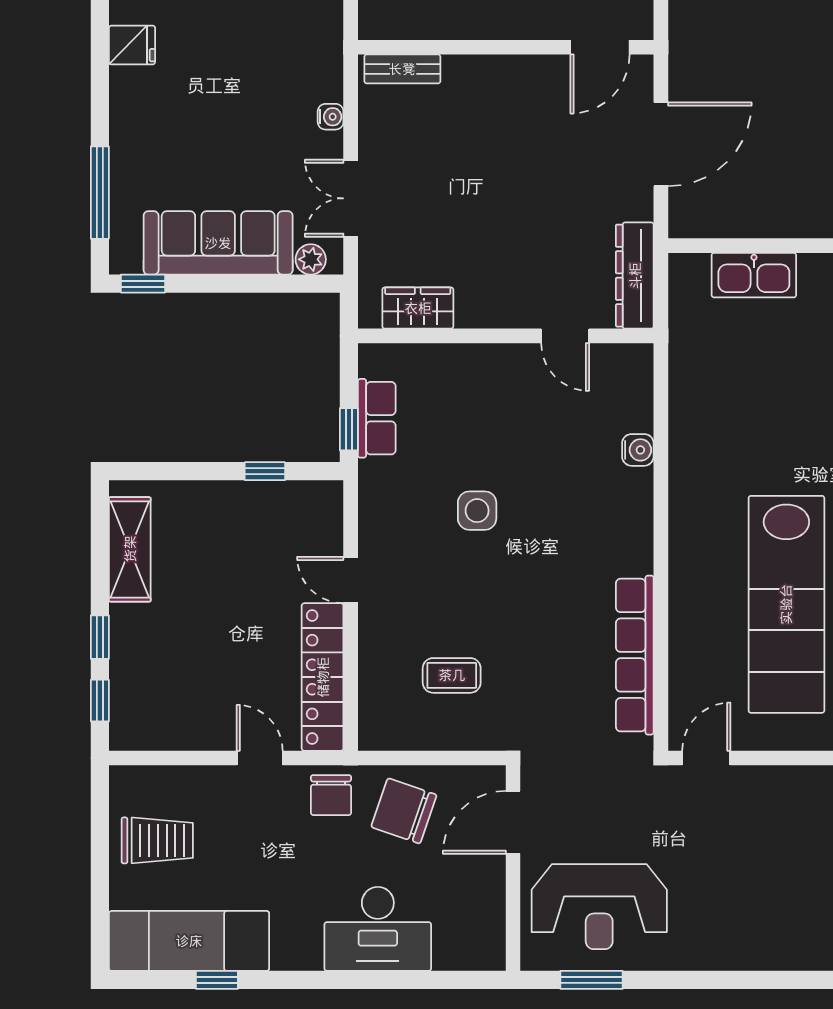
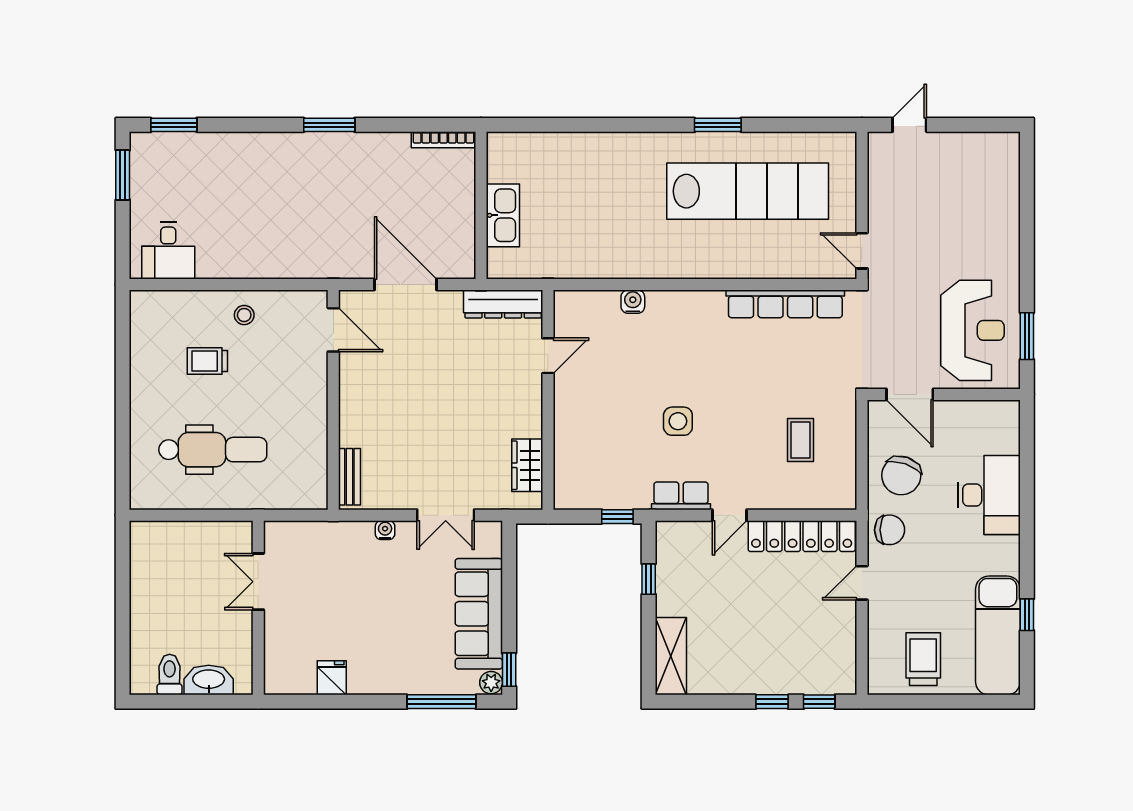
plant: (311, 259) -> (491, 683), moved
row of seats: (377, 418) -> (681, 496), moved
shelving: (130, 549) -> (671, 656), moved, turned 90

